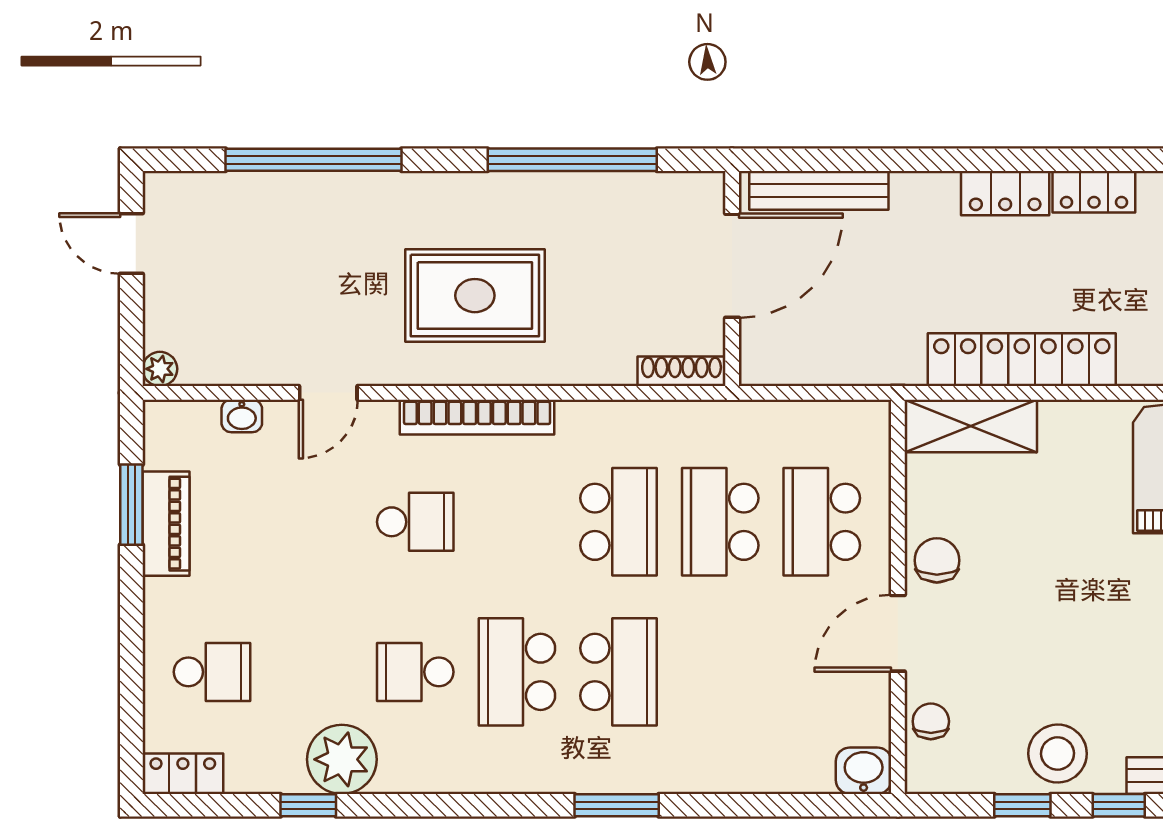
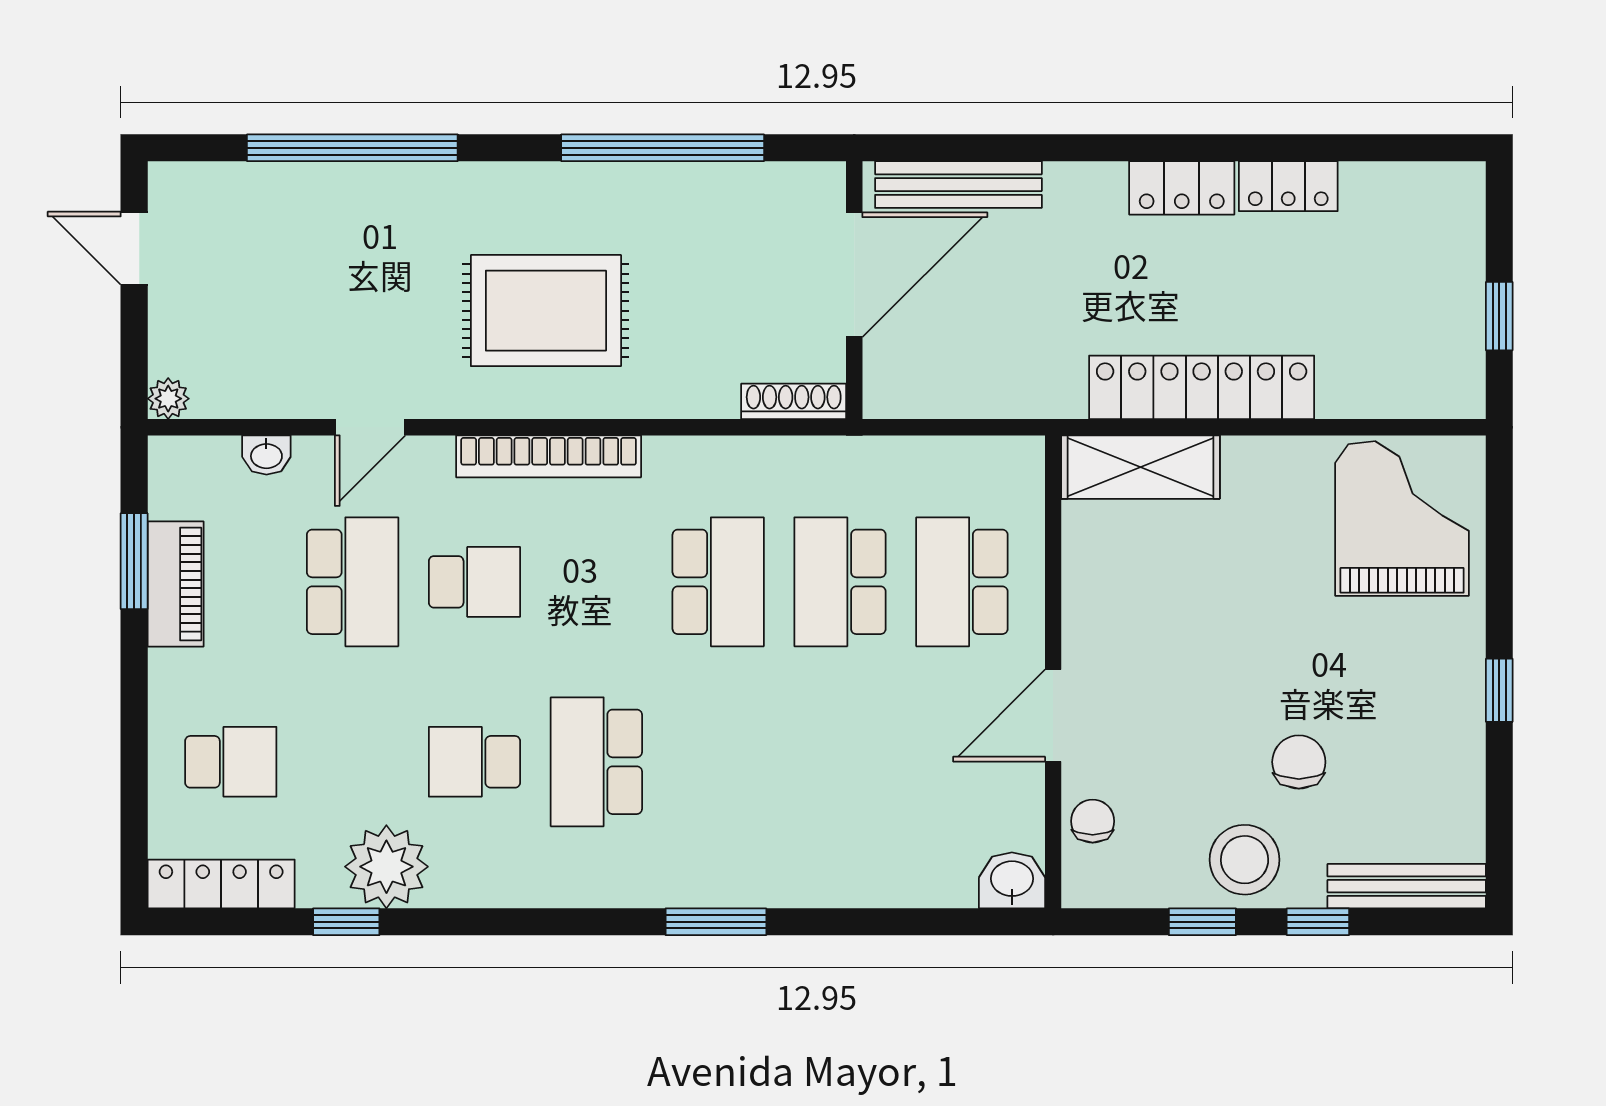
chair: (937, 560) -> (1299, 762), moved
school desk: (619, 672) -> (353, 582), moved
locker: (183, 774) -> (221, 884), width x1.53

